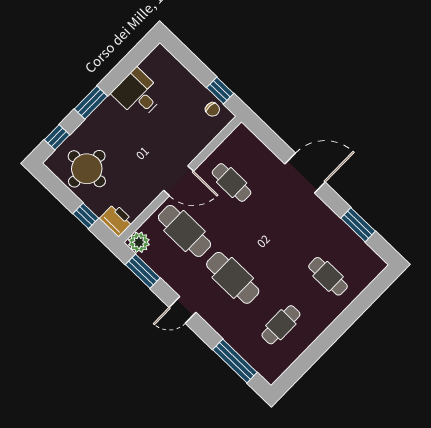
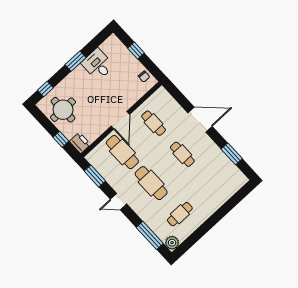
window: (220, 90) -> (136, 51), moved
window: (91, 102) -> (75, 61), moved
door: (179, 181) -> (120, 120), hinge flipped
plant: (139, 242) -> (172, 243), moved
cafe table: (328, 276) -> (182, 154), moved

